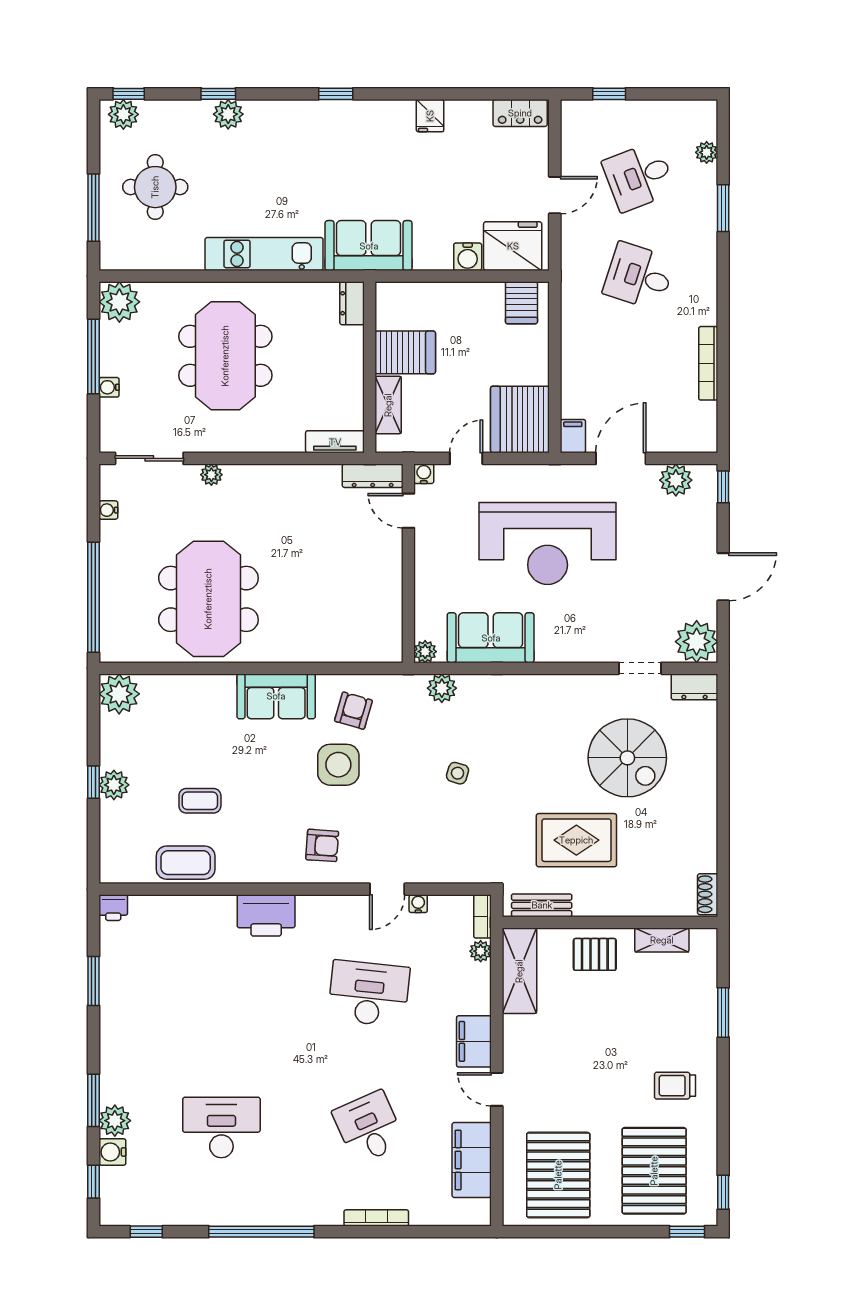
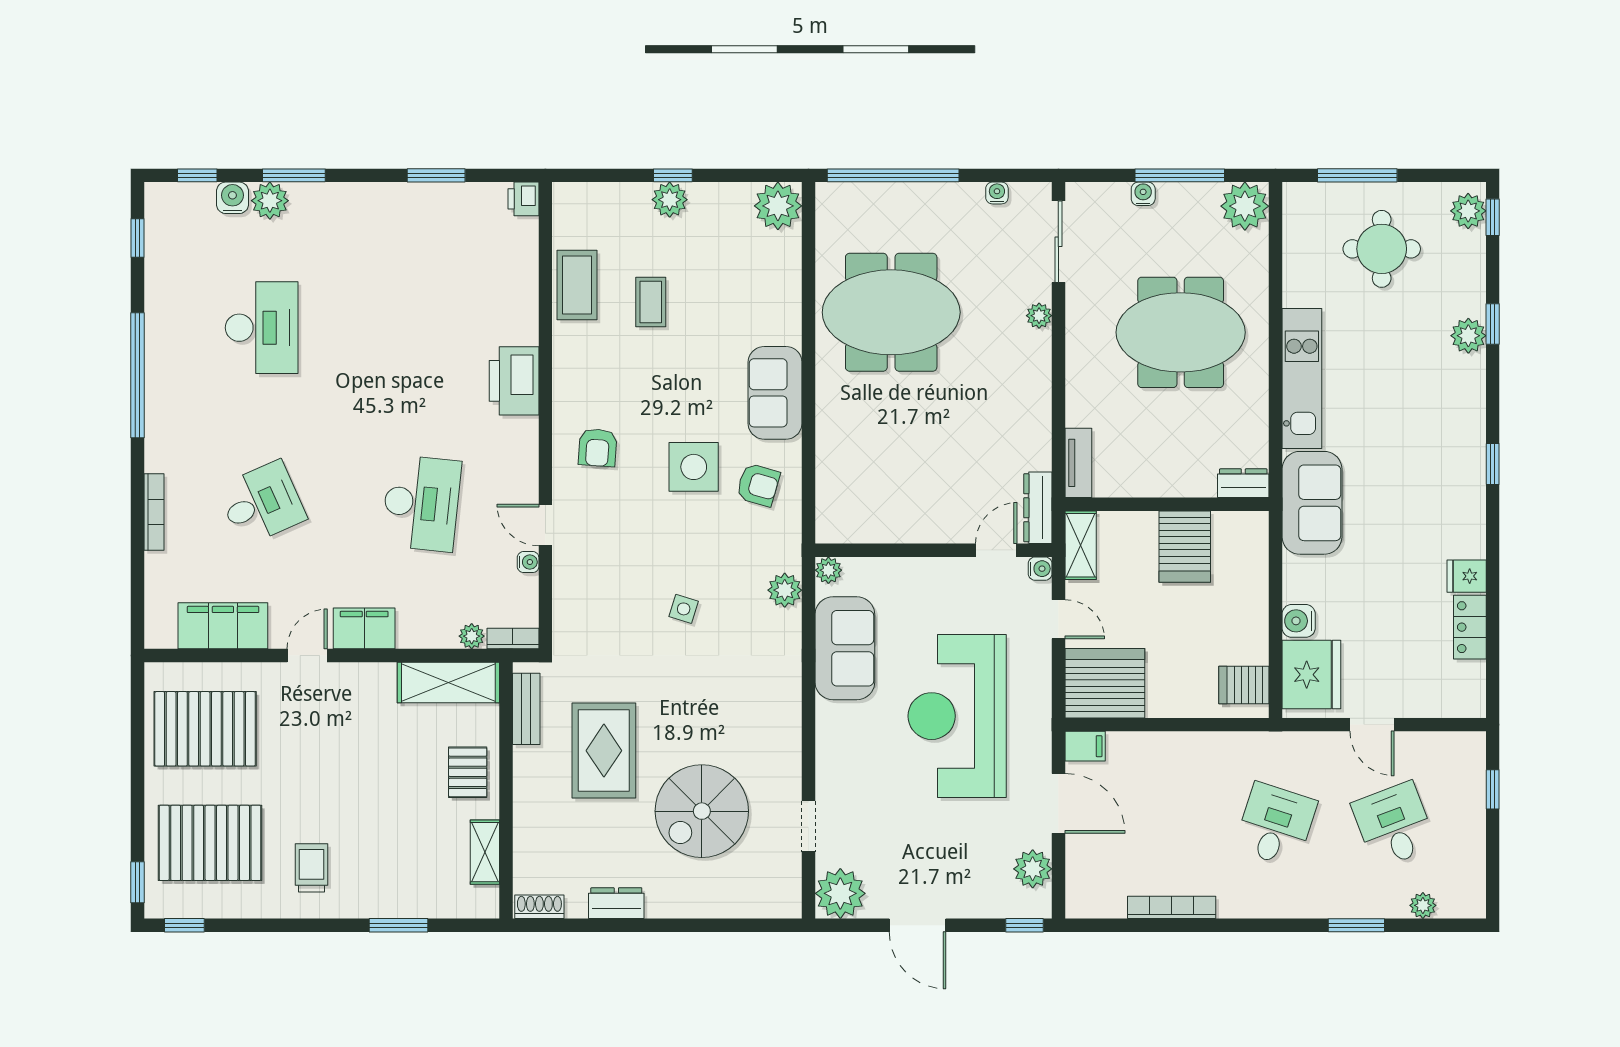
locker: (520, 113) -> (1470, 627), moved
shelving: (388, 405) -> (1081, 545), moved, turned 90
dresser: (694, 687) -> (616, 903), moved, turned 90

